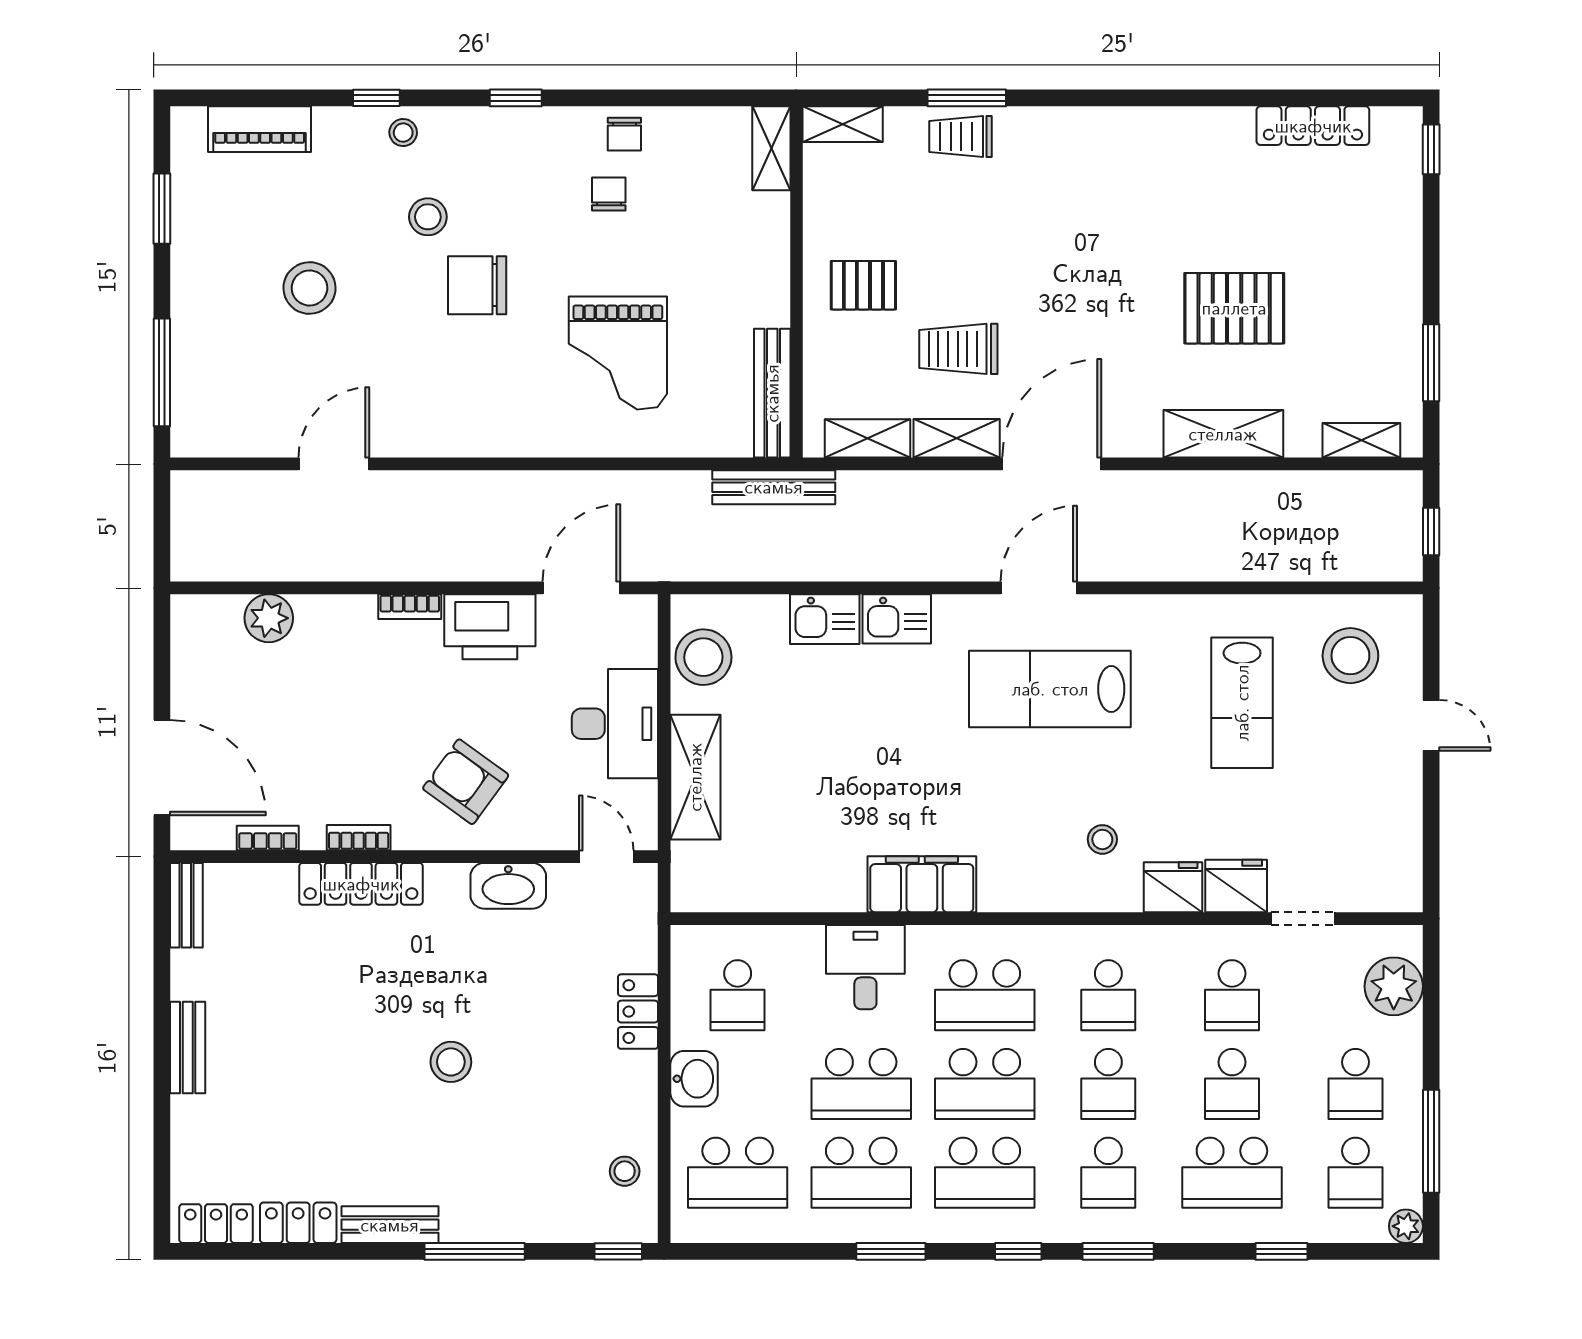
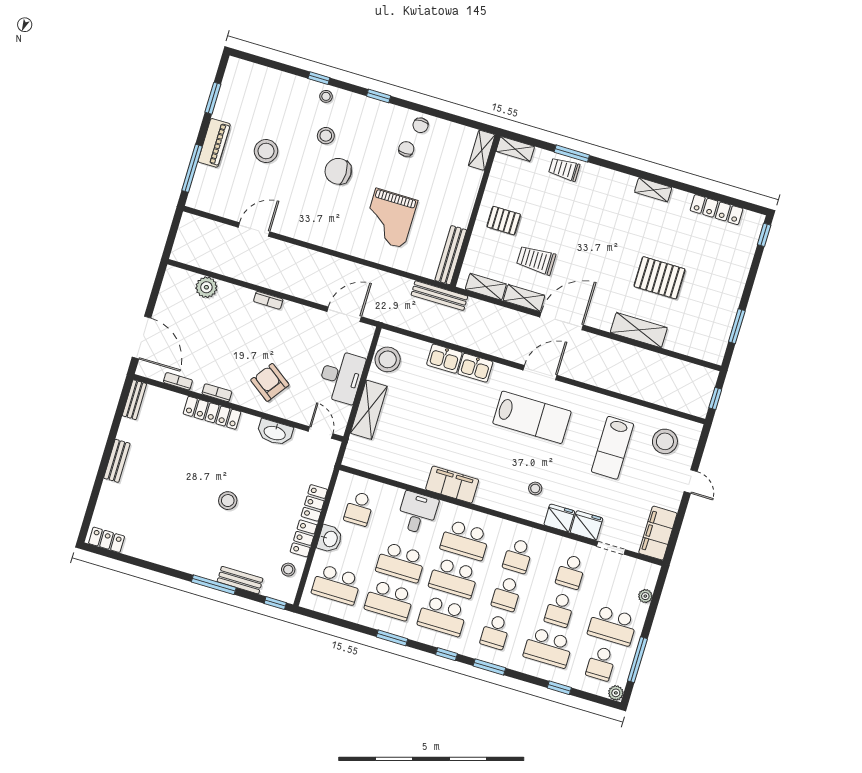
piano: (260, 129) -> (214, 143), moved, turned -90
shelving: (1361, 440) -> (653, 190), moved
printer: (490, 627) -> (300, 319), removed
lab bench: (1050, 689) -> (532, 417), turned 180
filing cabinet: (1394, 857) -> (658, 533), added
plant: (1394, 986) -> (645, 596), width x0.53, depth x0.53
school desk: (1356, 1084) -> (612, 625), width x1.85
locker: (298, 1223) -> (304, 538), moved, turned -90
bench: (390, 1225) -> (240, 580), moved

